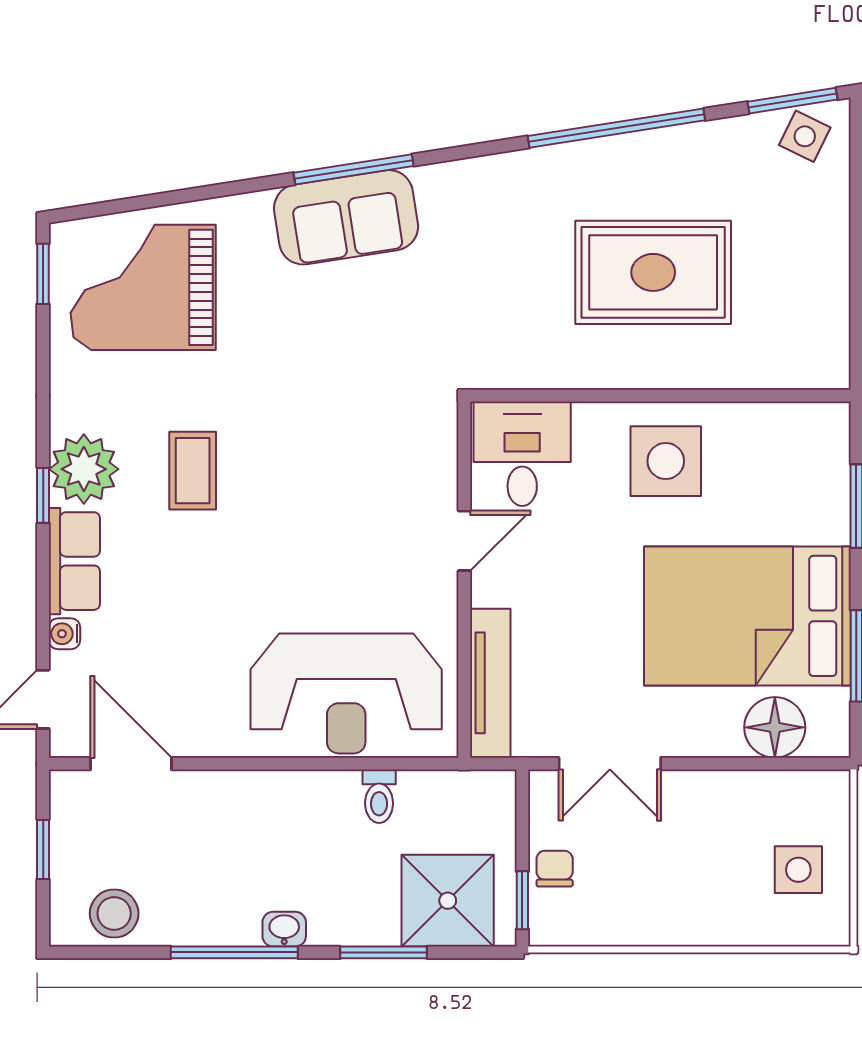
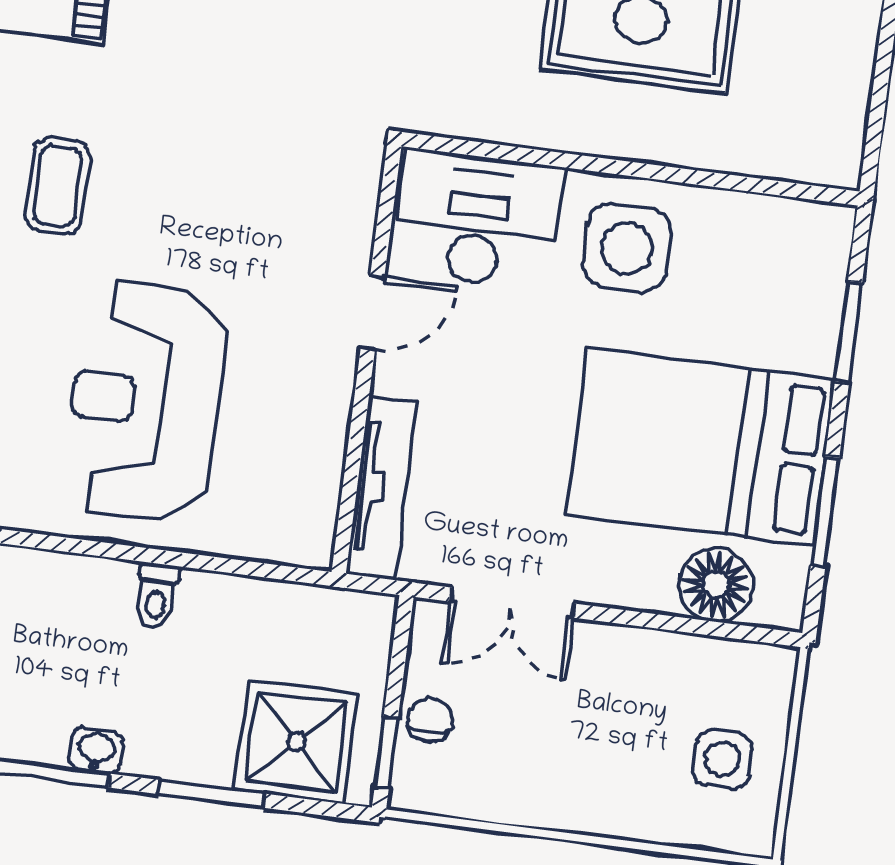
desk: (522, 454) -> (477, 220), width x1.37
reception desk: (346, 693) -> (145, 402), moved, turned 90
toilet: (379, 796) -> (157, 596), moved

